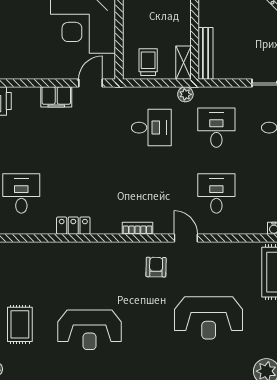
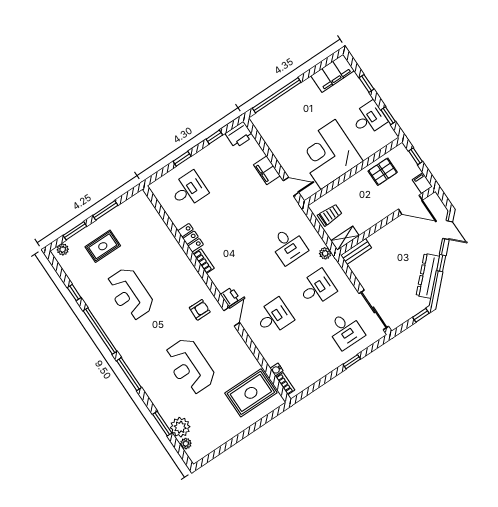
bench: (205, 53) -> (356, 252), width x0.73
printer: (164, 226) -> (230, 297), added
bookcase: (138, 228) -> (204, 261), moved

